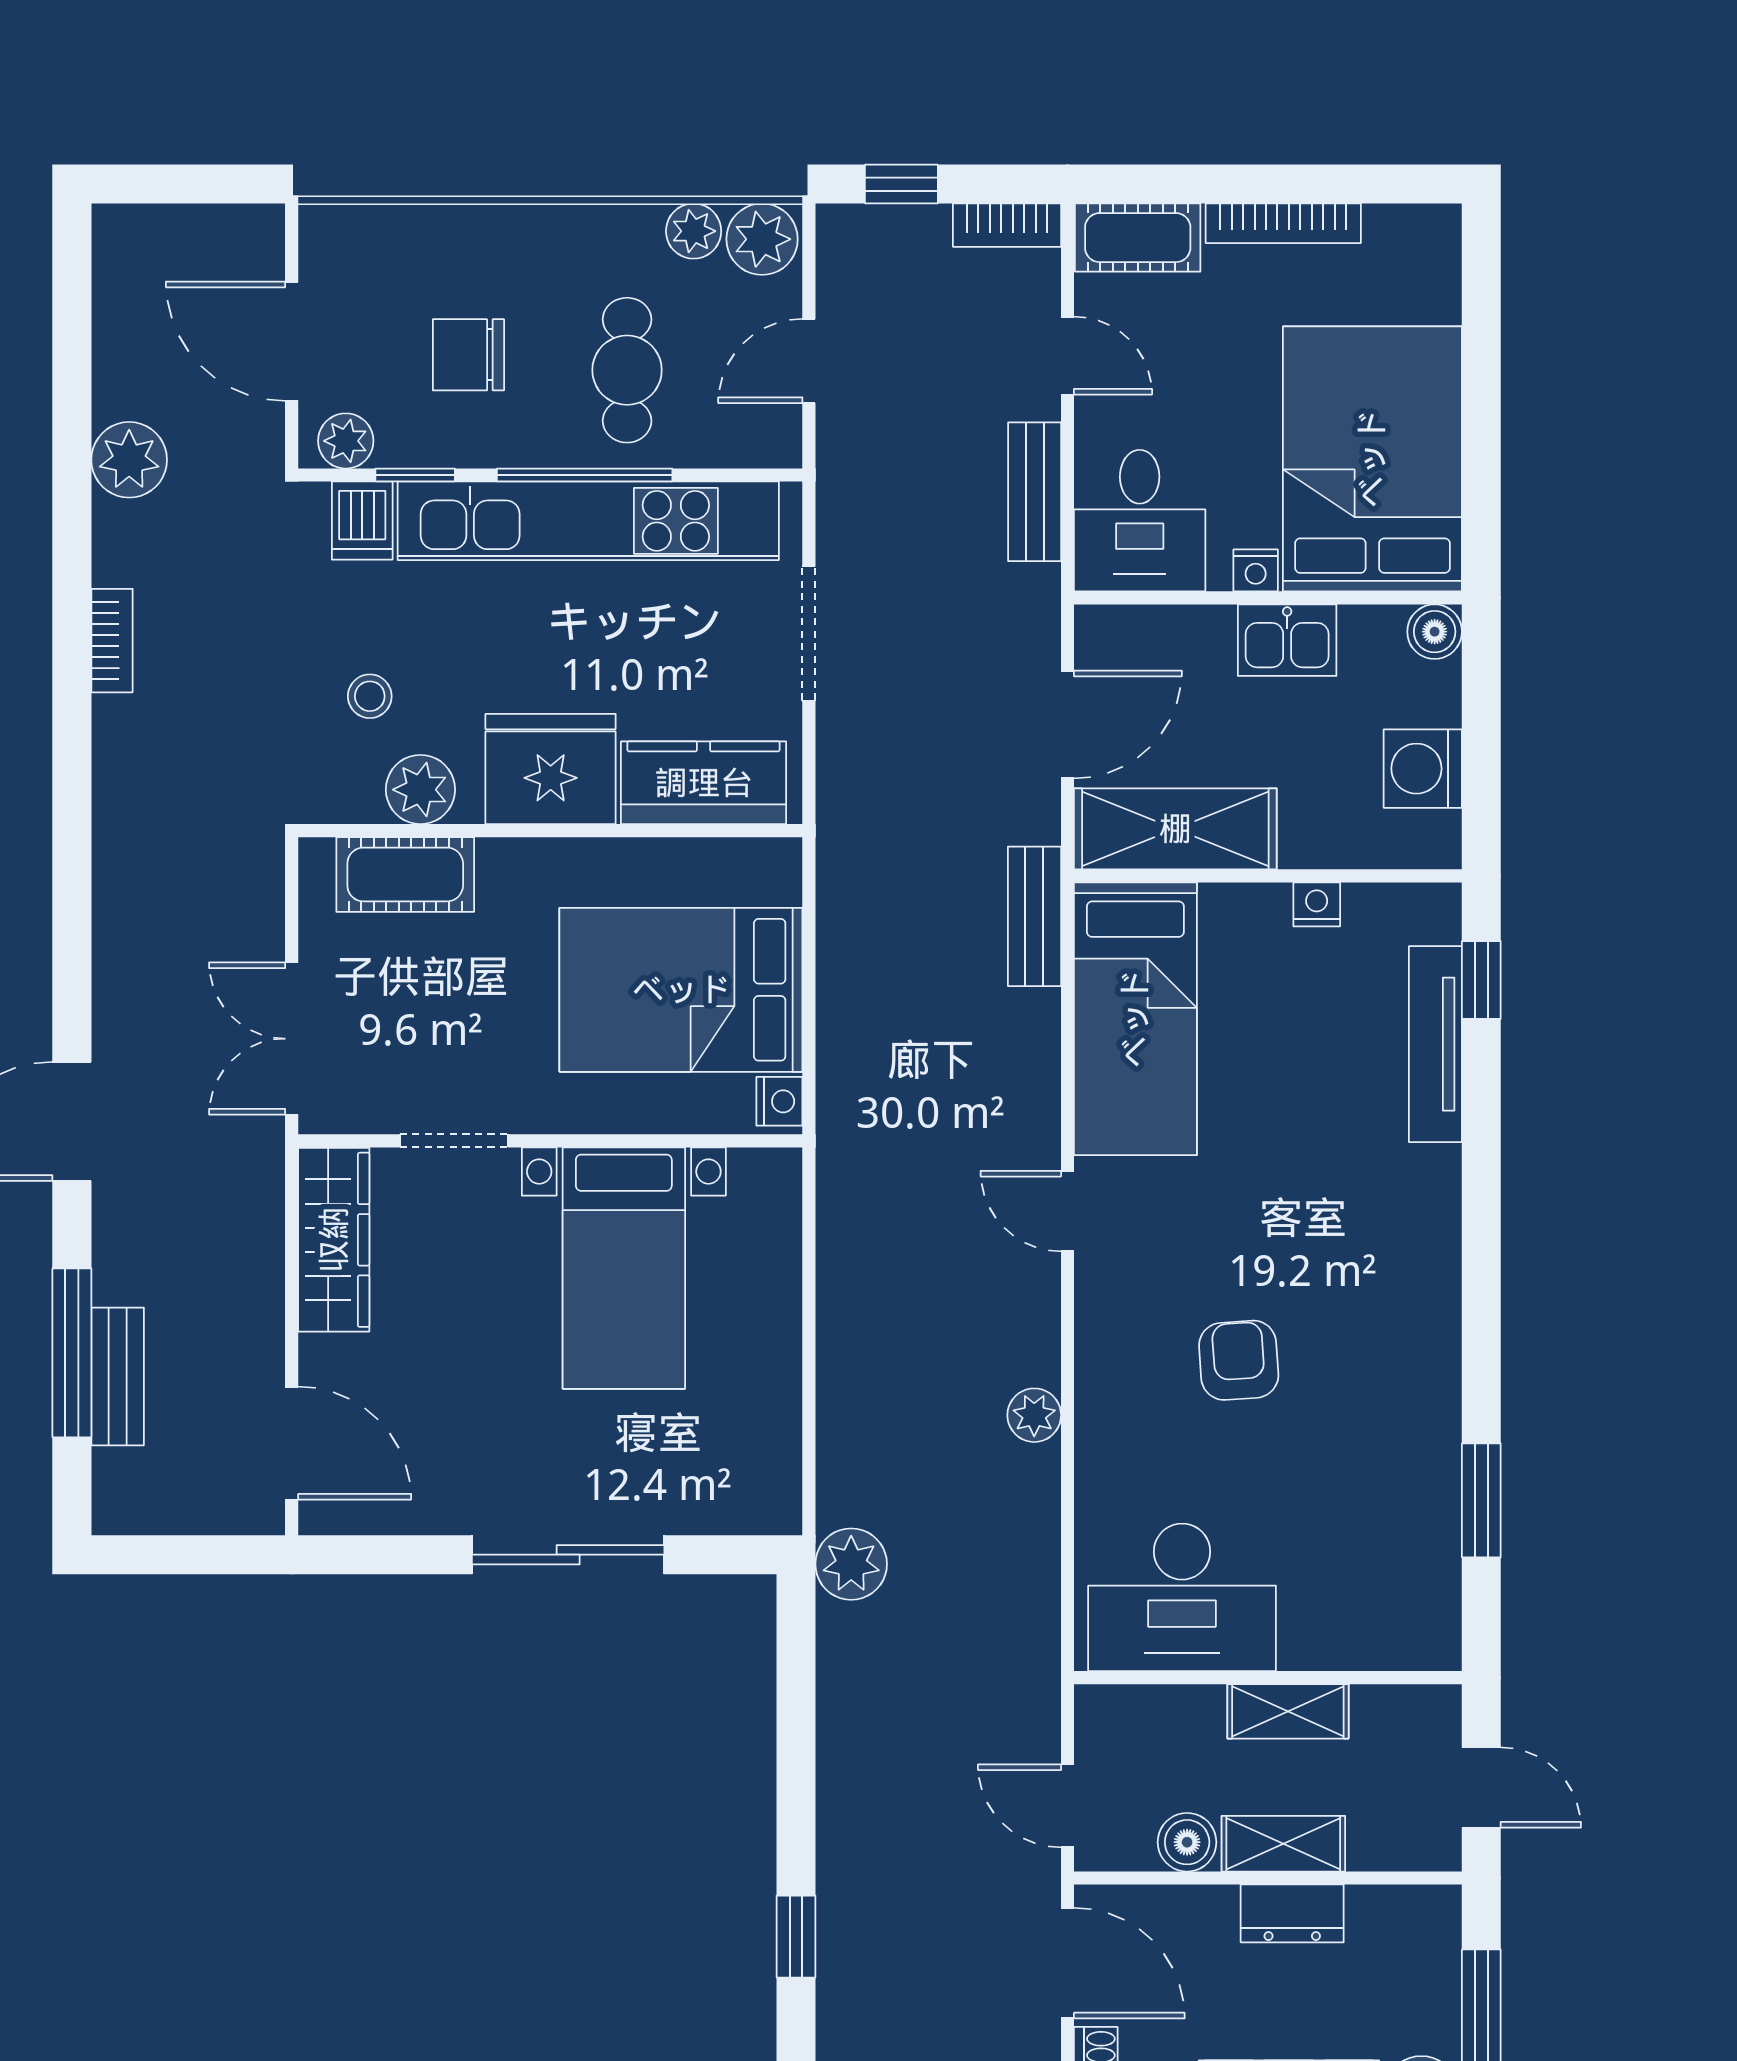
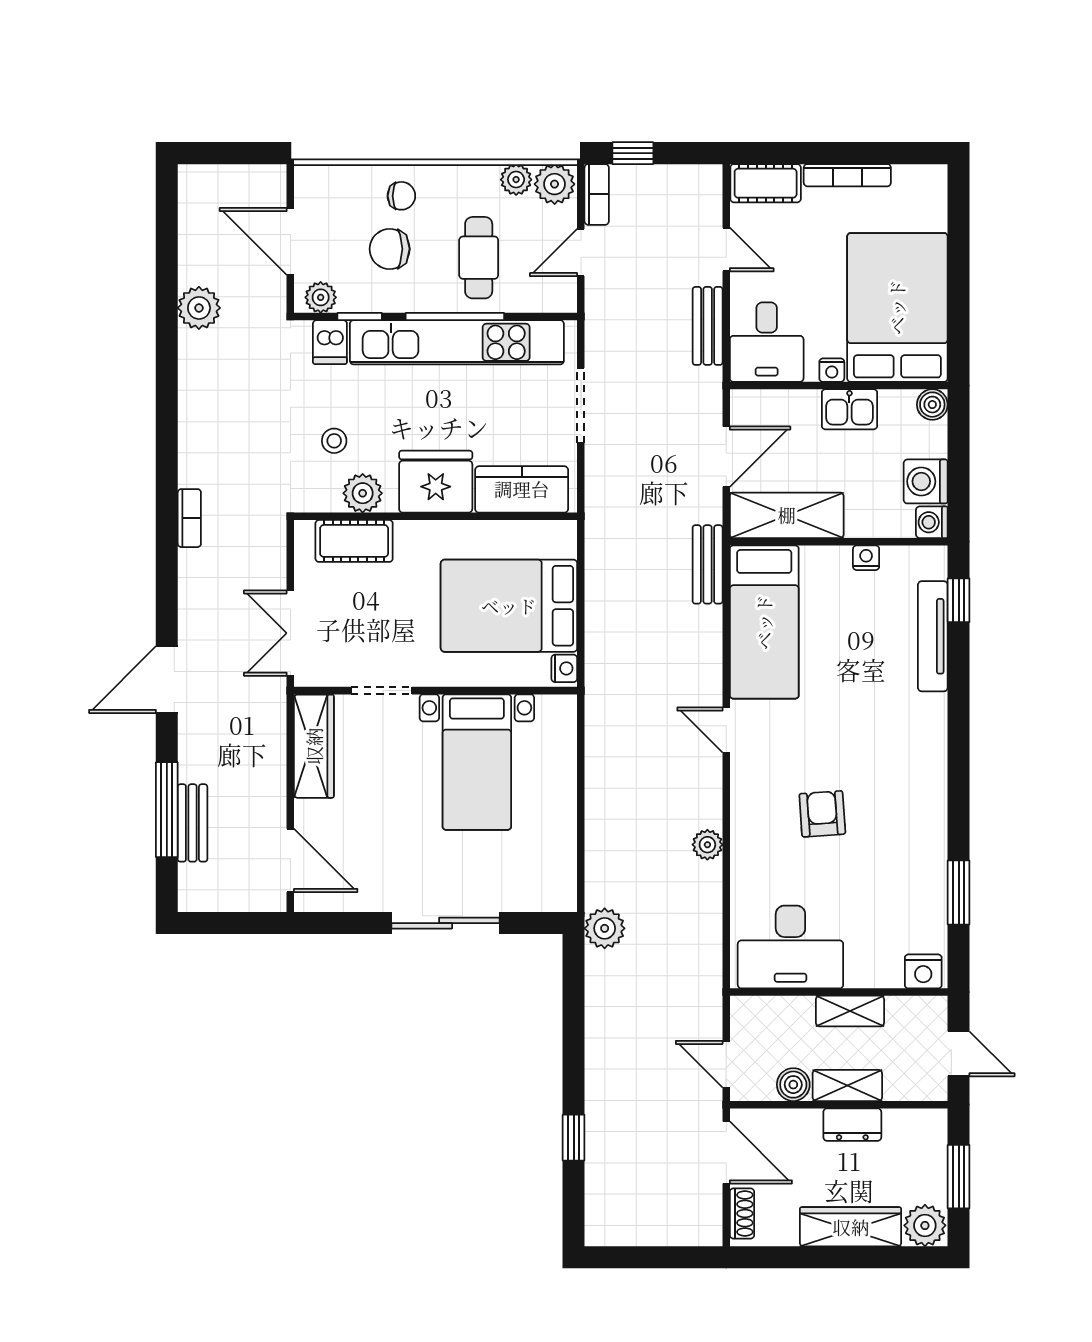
bookcase: (1007, 225) -> (597, 194), moved, turned -90
chair: (489, 260) -> (401, 196), added
bookcase: (112, 641) -> (189, 518), moved
washing machine: (1434, 841) -> (932, 522), added
nightstand: (1418, 1641) -> (923, 971), added

